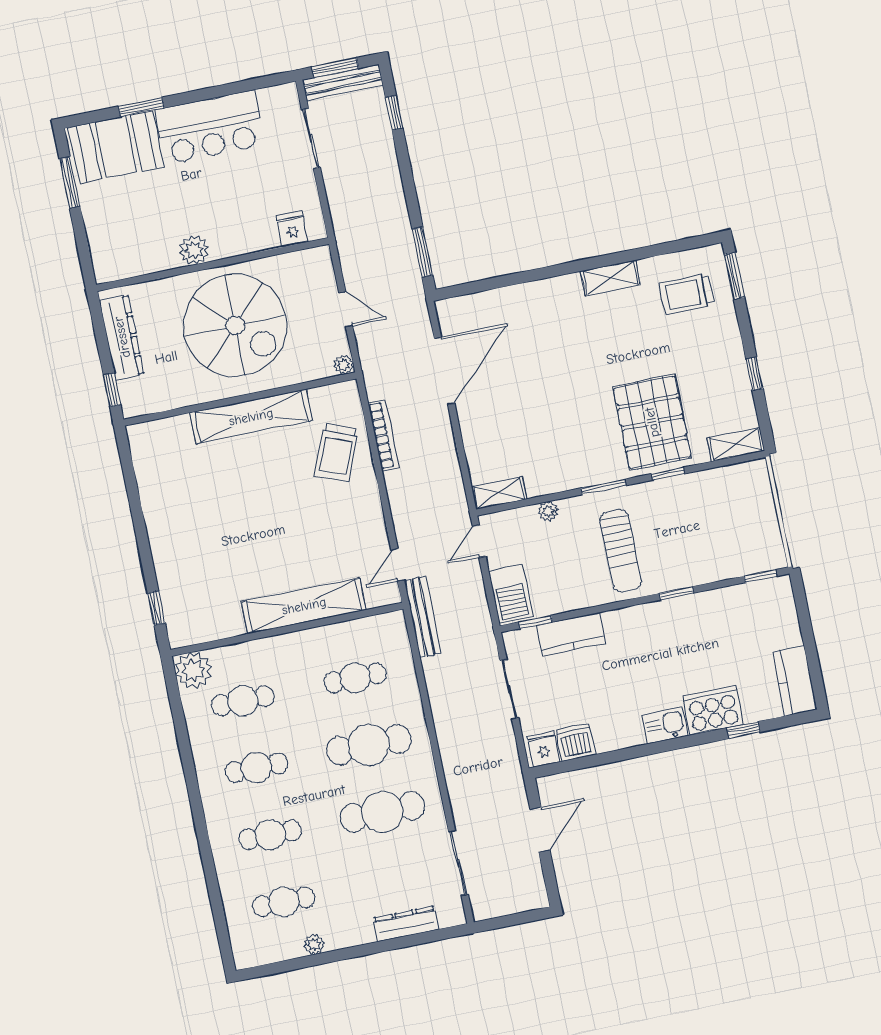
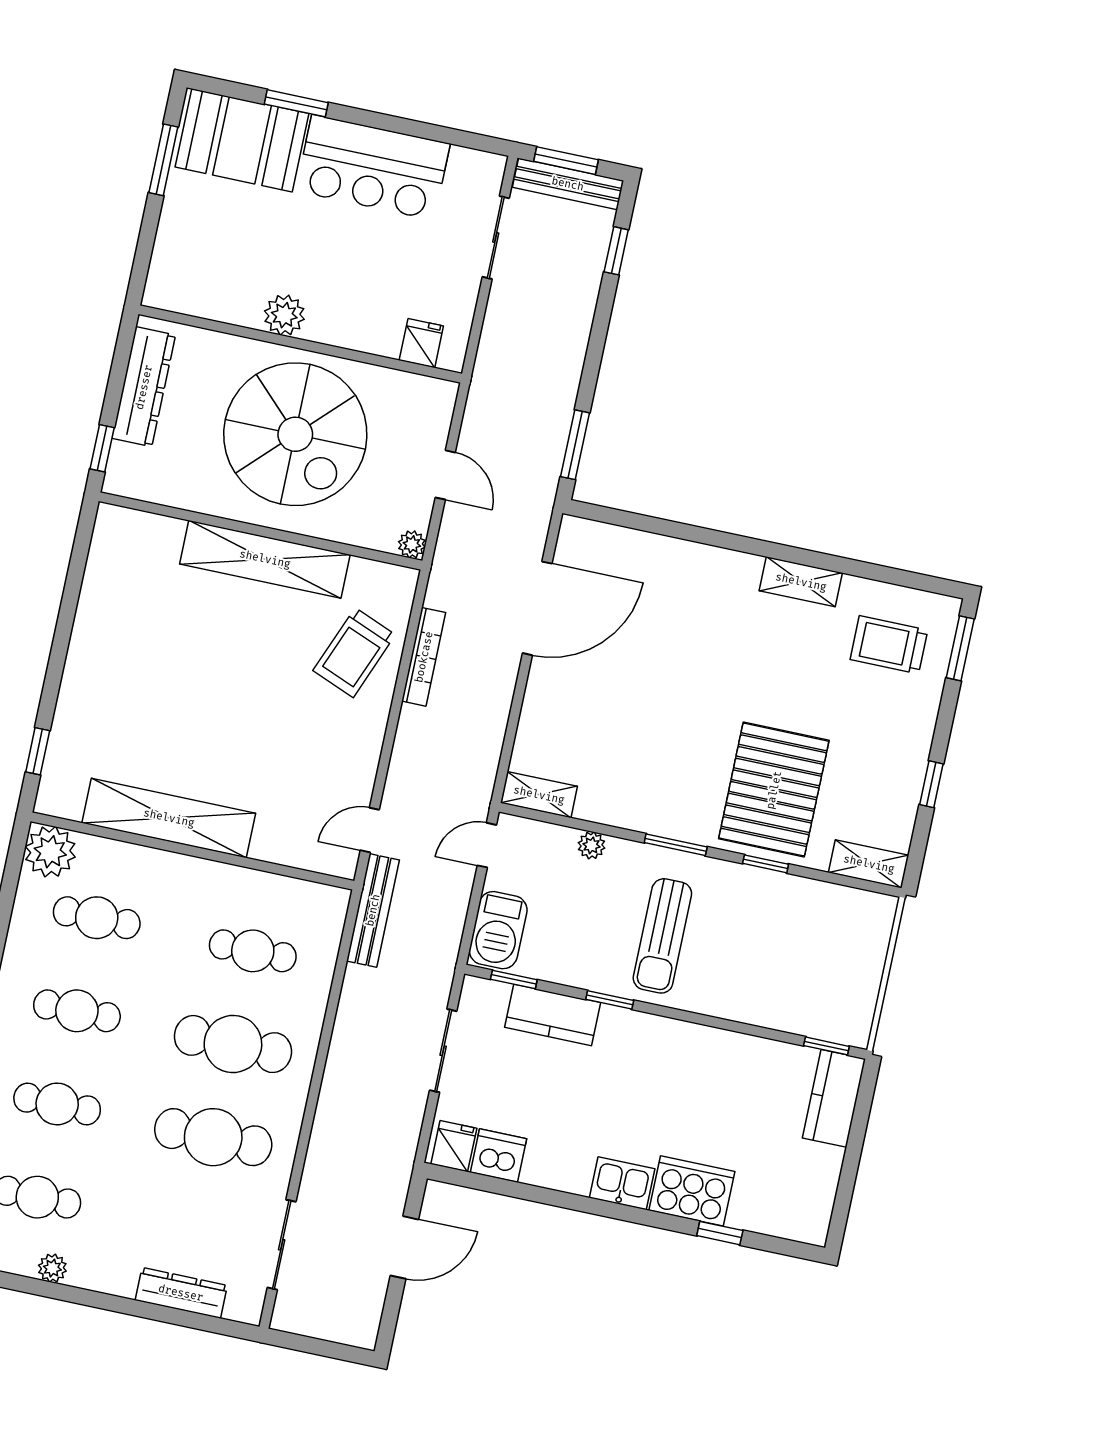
window: (677, 593) -> (610, 1000), moved
shelving: (304, 606) -> (169, 818), moved
kitchen counter: (795, 681) -> (834, 1098), moved

